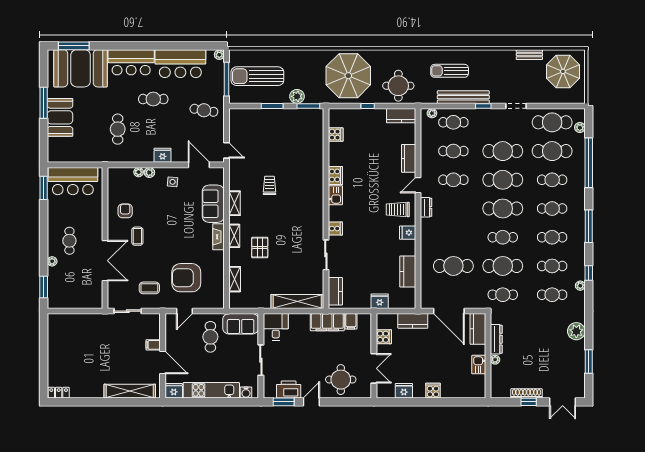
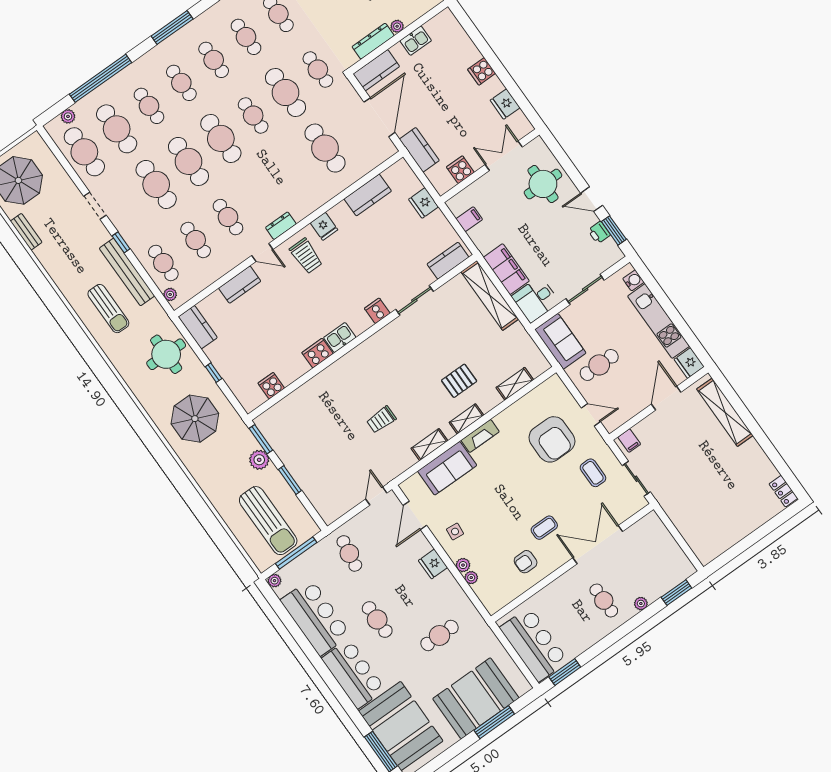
parasol: (348, 76) -> (195, 419), width x0.73, depth x0.73
window: (44, 103) -> (494, 722), moved
booth: (60, 117) -> (476, 698), width x1.36, depth x1.42
cafe table: (69, 241) -> (604, 600), turned 90
filing cabinet: (327, 322) -> (506, 269), moved
filing cabinet: (153, 345) -> (629, 441), moved
printer: (289, 390) -> (599, 233), width x0.53, depth x0.68

